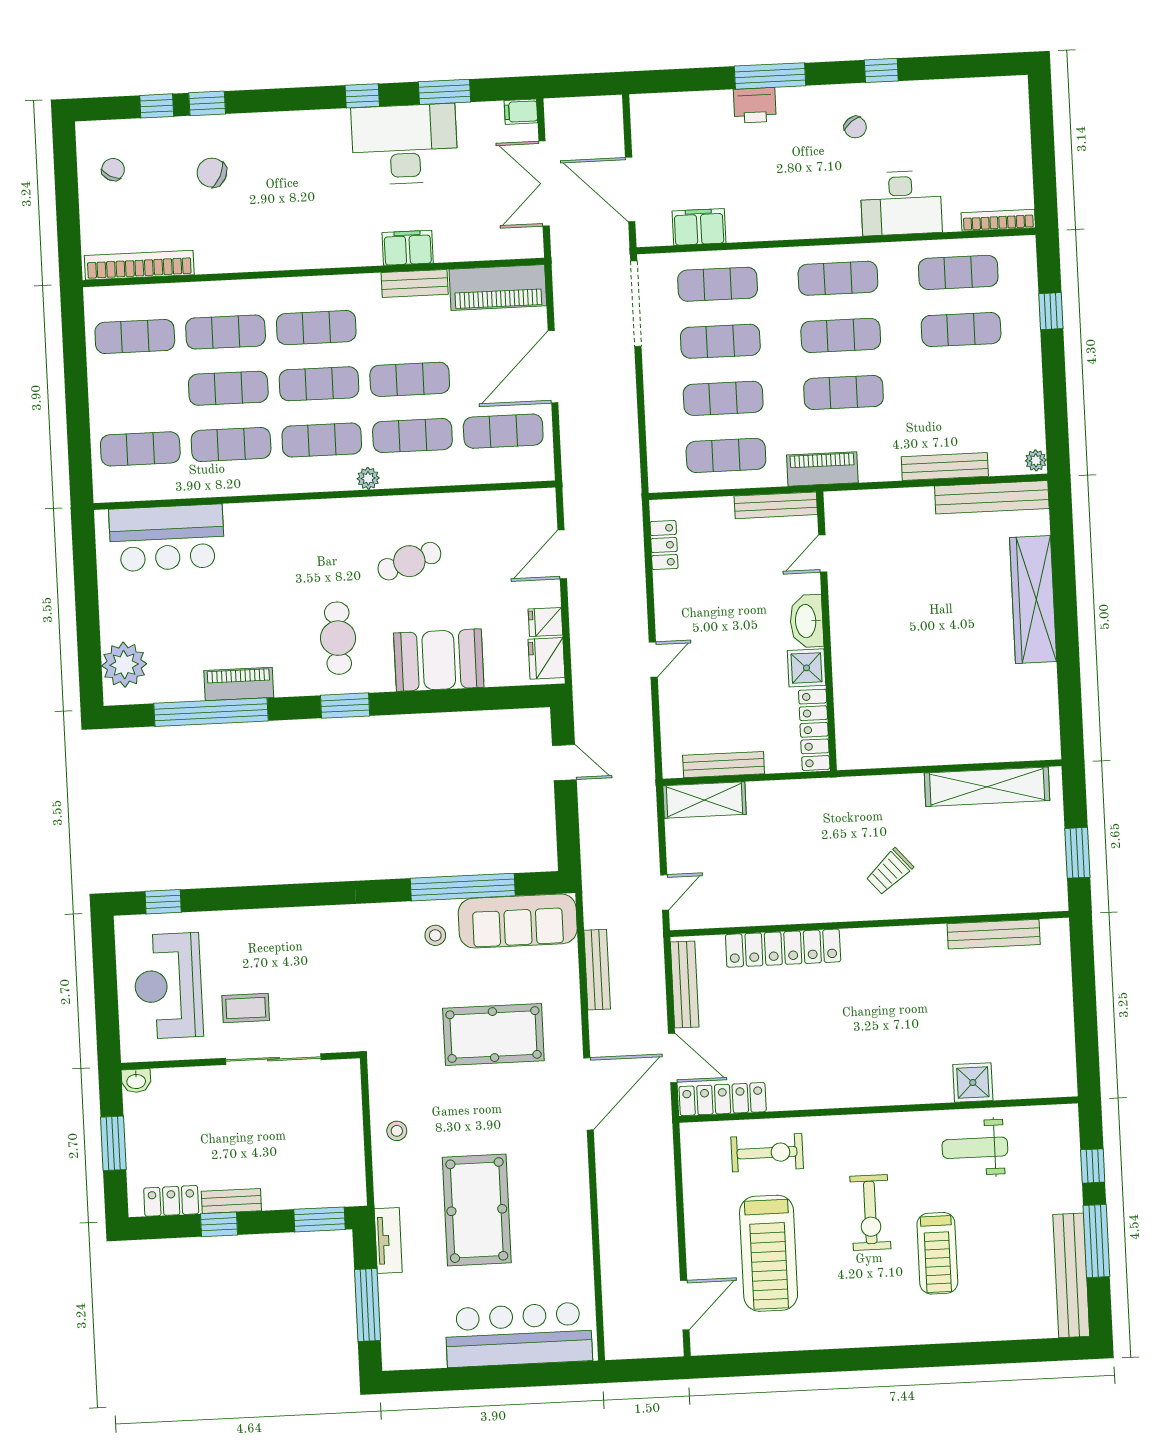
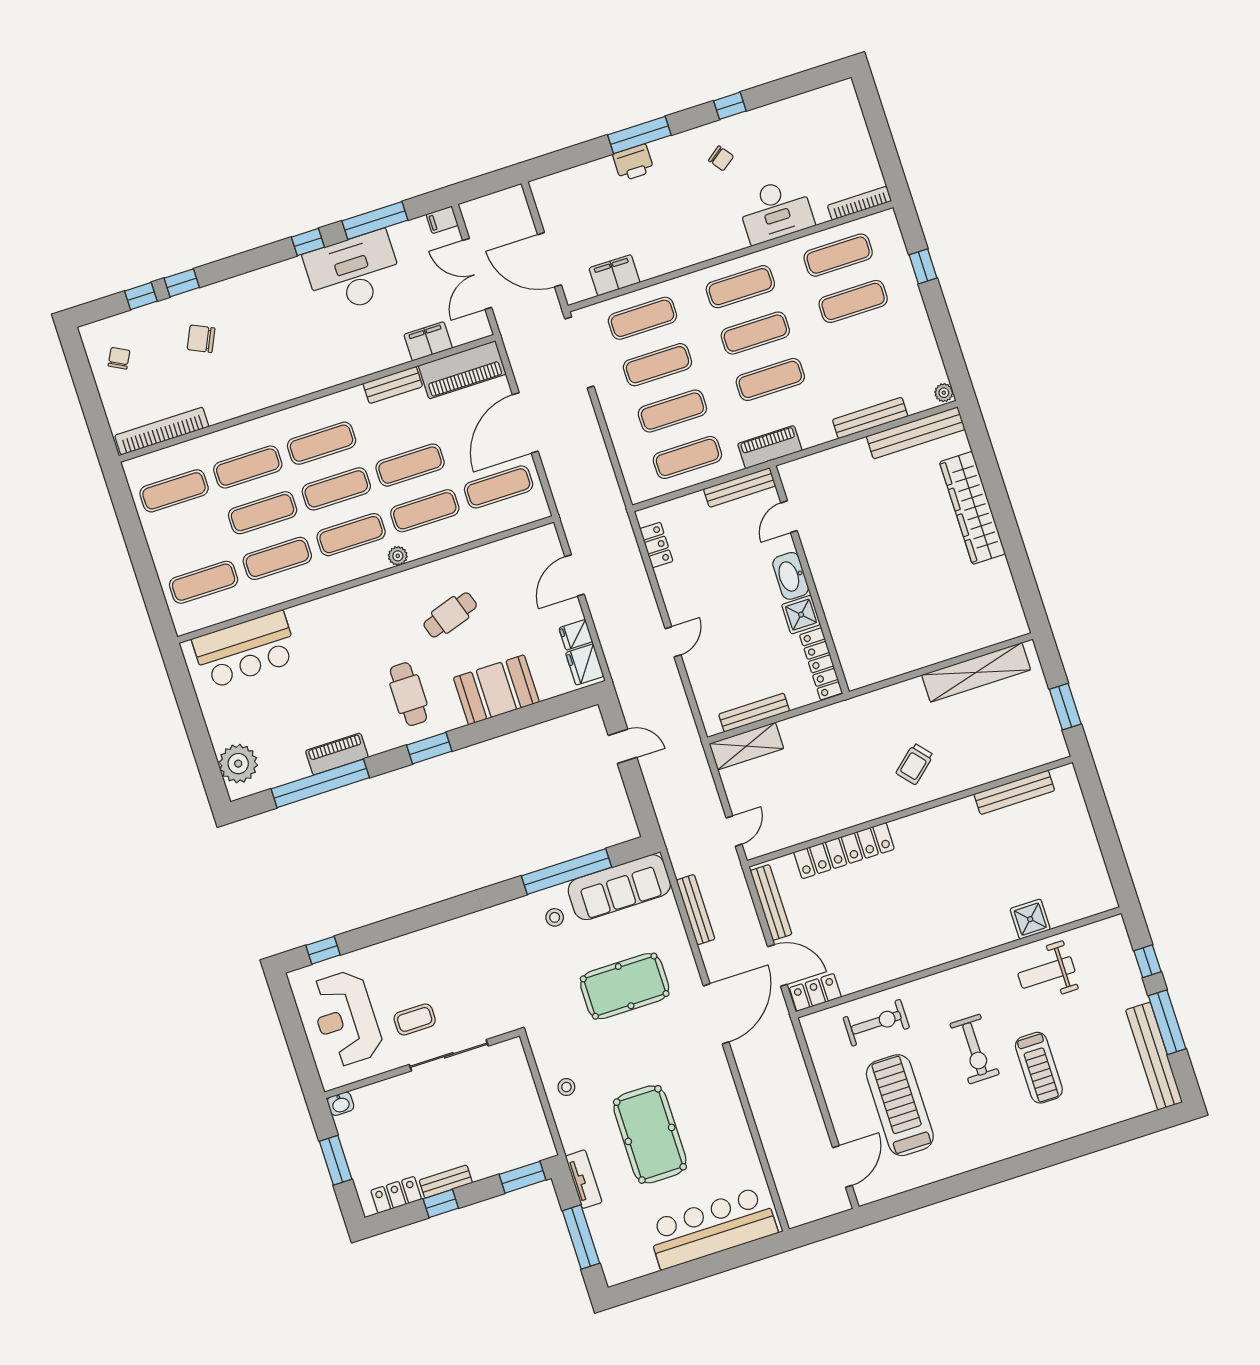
window: (445, 92) -> (375, 220), width x1.44
filing cabinet: (408, 248) -> (428, 341), moved
locker: (723, 1099) -> (815, 992), width x0.66
treadmill: (769, 1253) -> (900, 1105), turned 180

